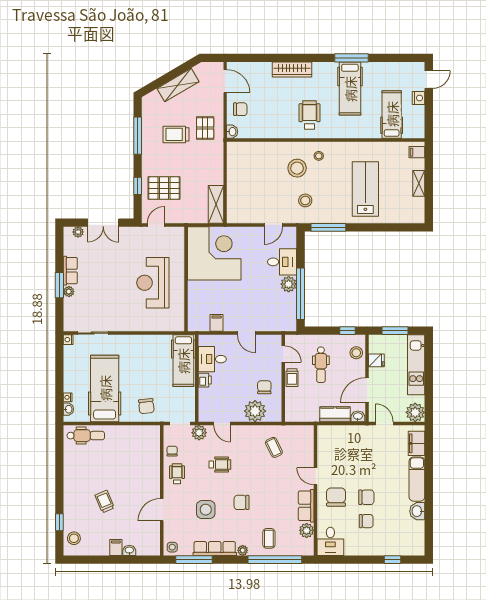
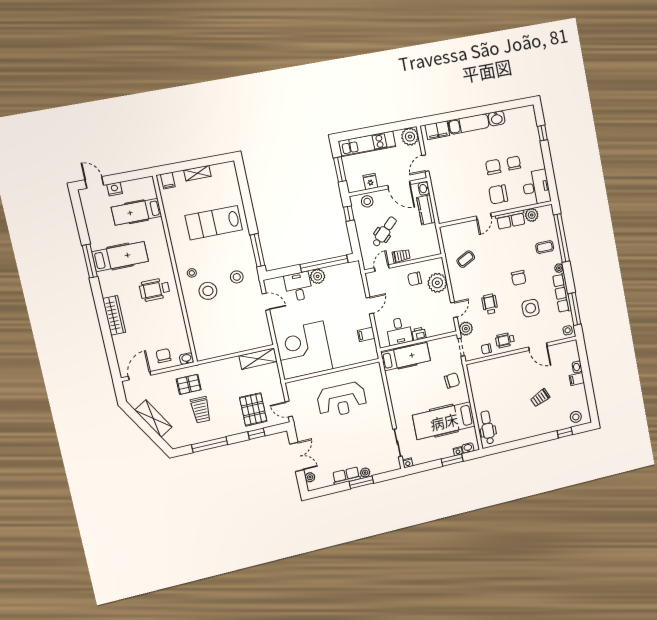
dental chair: (321, 365) -> (384, 232), turned -43
window: (59, 389) -> (452, 460), added
desk: (330, 541) -> (536, 187), width x1.37

